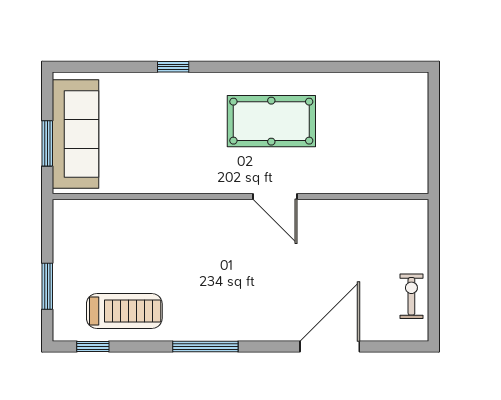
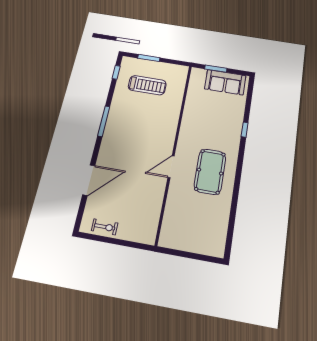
sofa: (75, 134) -> (225, 82), width x0.73
treadmill: (124, 311) -> (147, 85), moved, turned -90
door: (330, 347) -> (89, 180), hinge flipped

